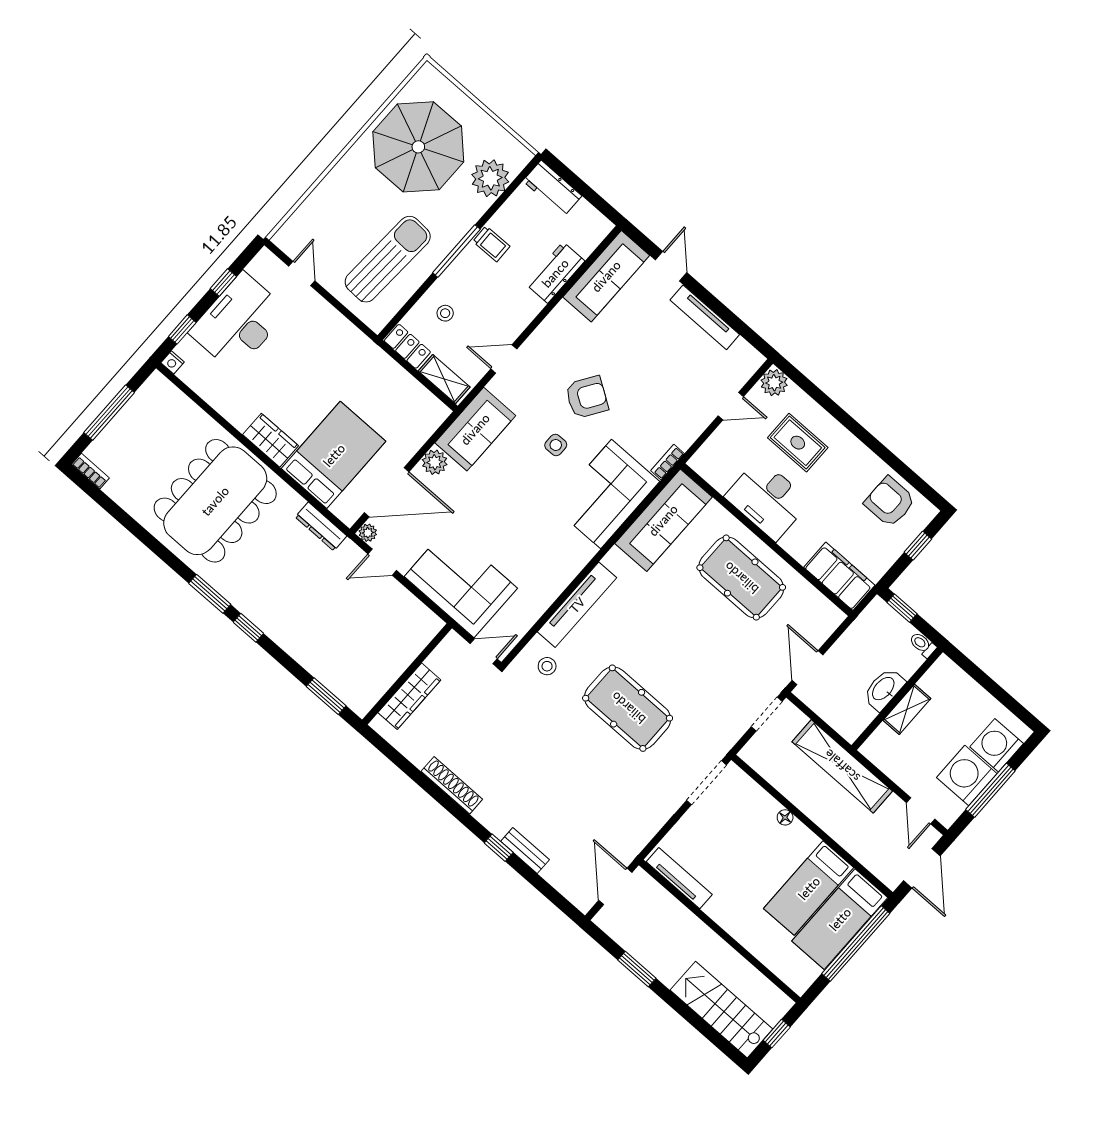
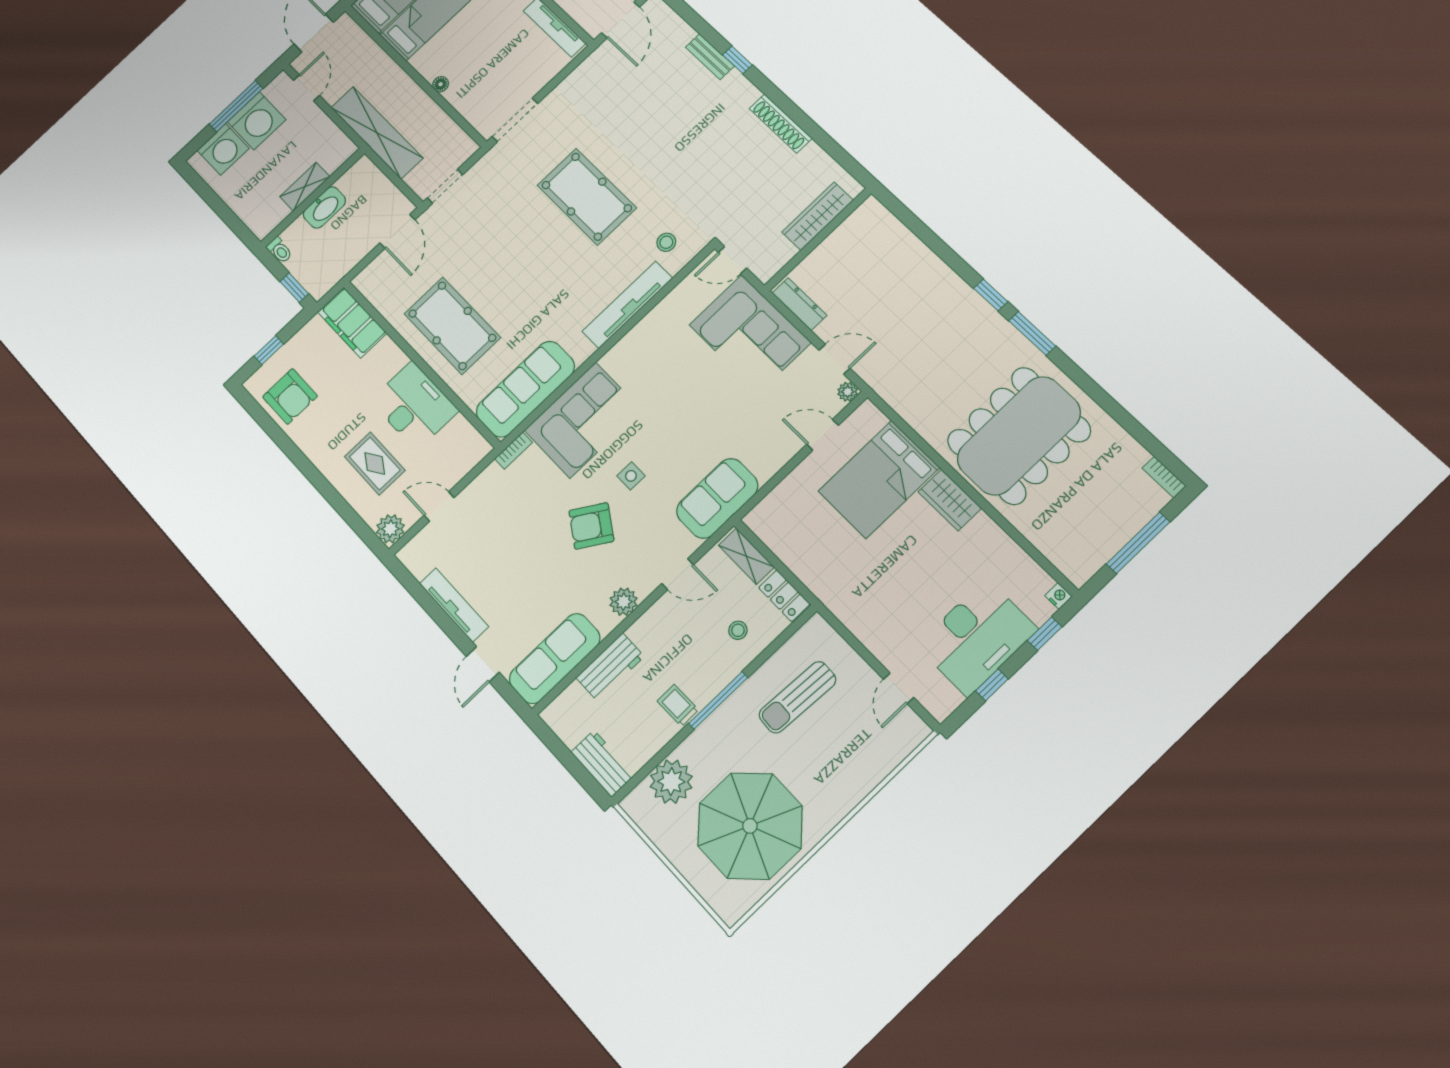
sun lounger: (388, 259) -> (797, 697), width x0.73, depth x0.75
plant: (435, 462) -> (624, 602), moved
door: (387, 492) -> (823, 435), width x0.53
dresser: (321, 526) -> (799, 304), moved
window: (326, 696) -> (909, 219), removed

